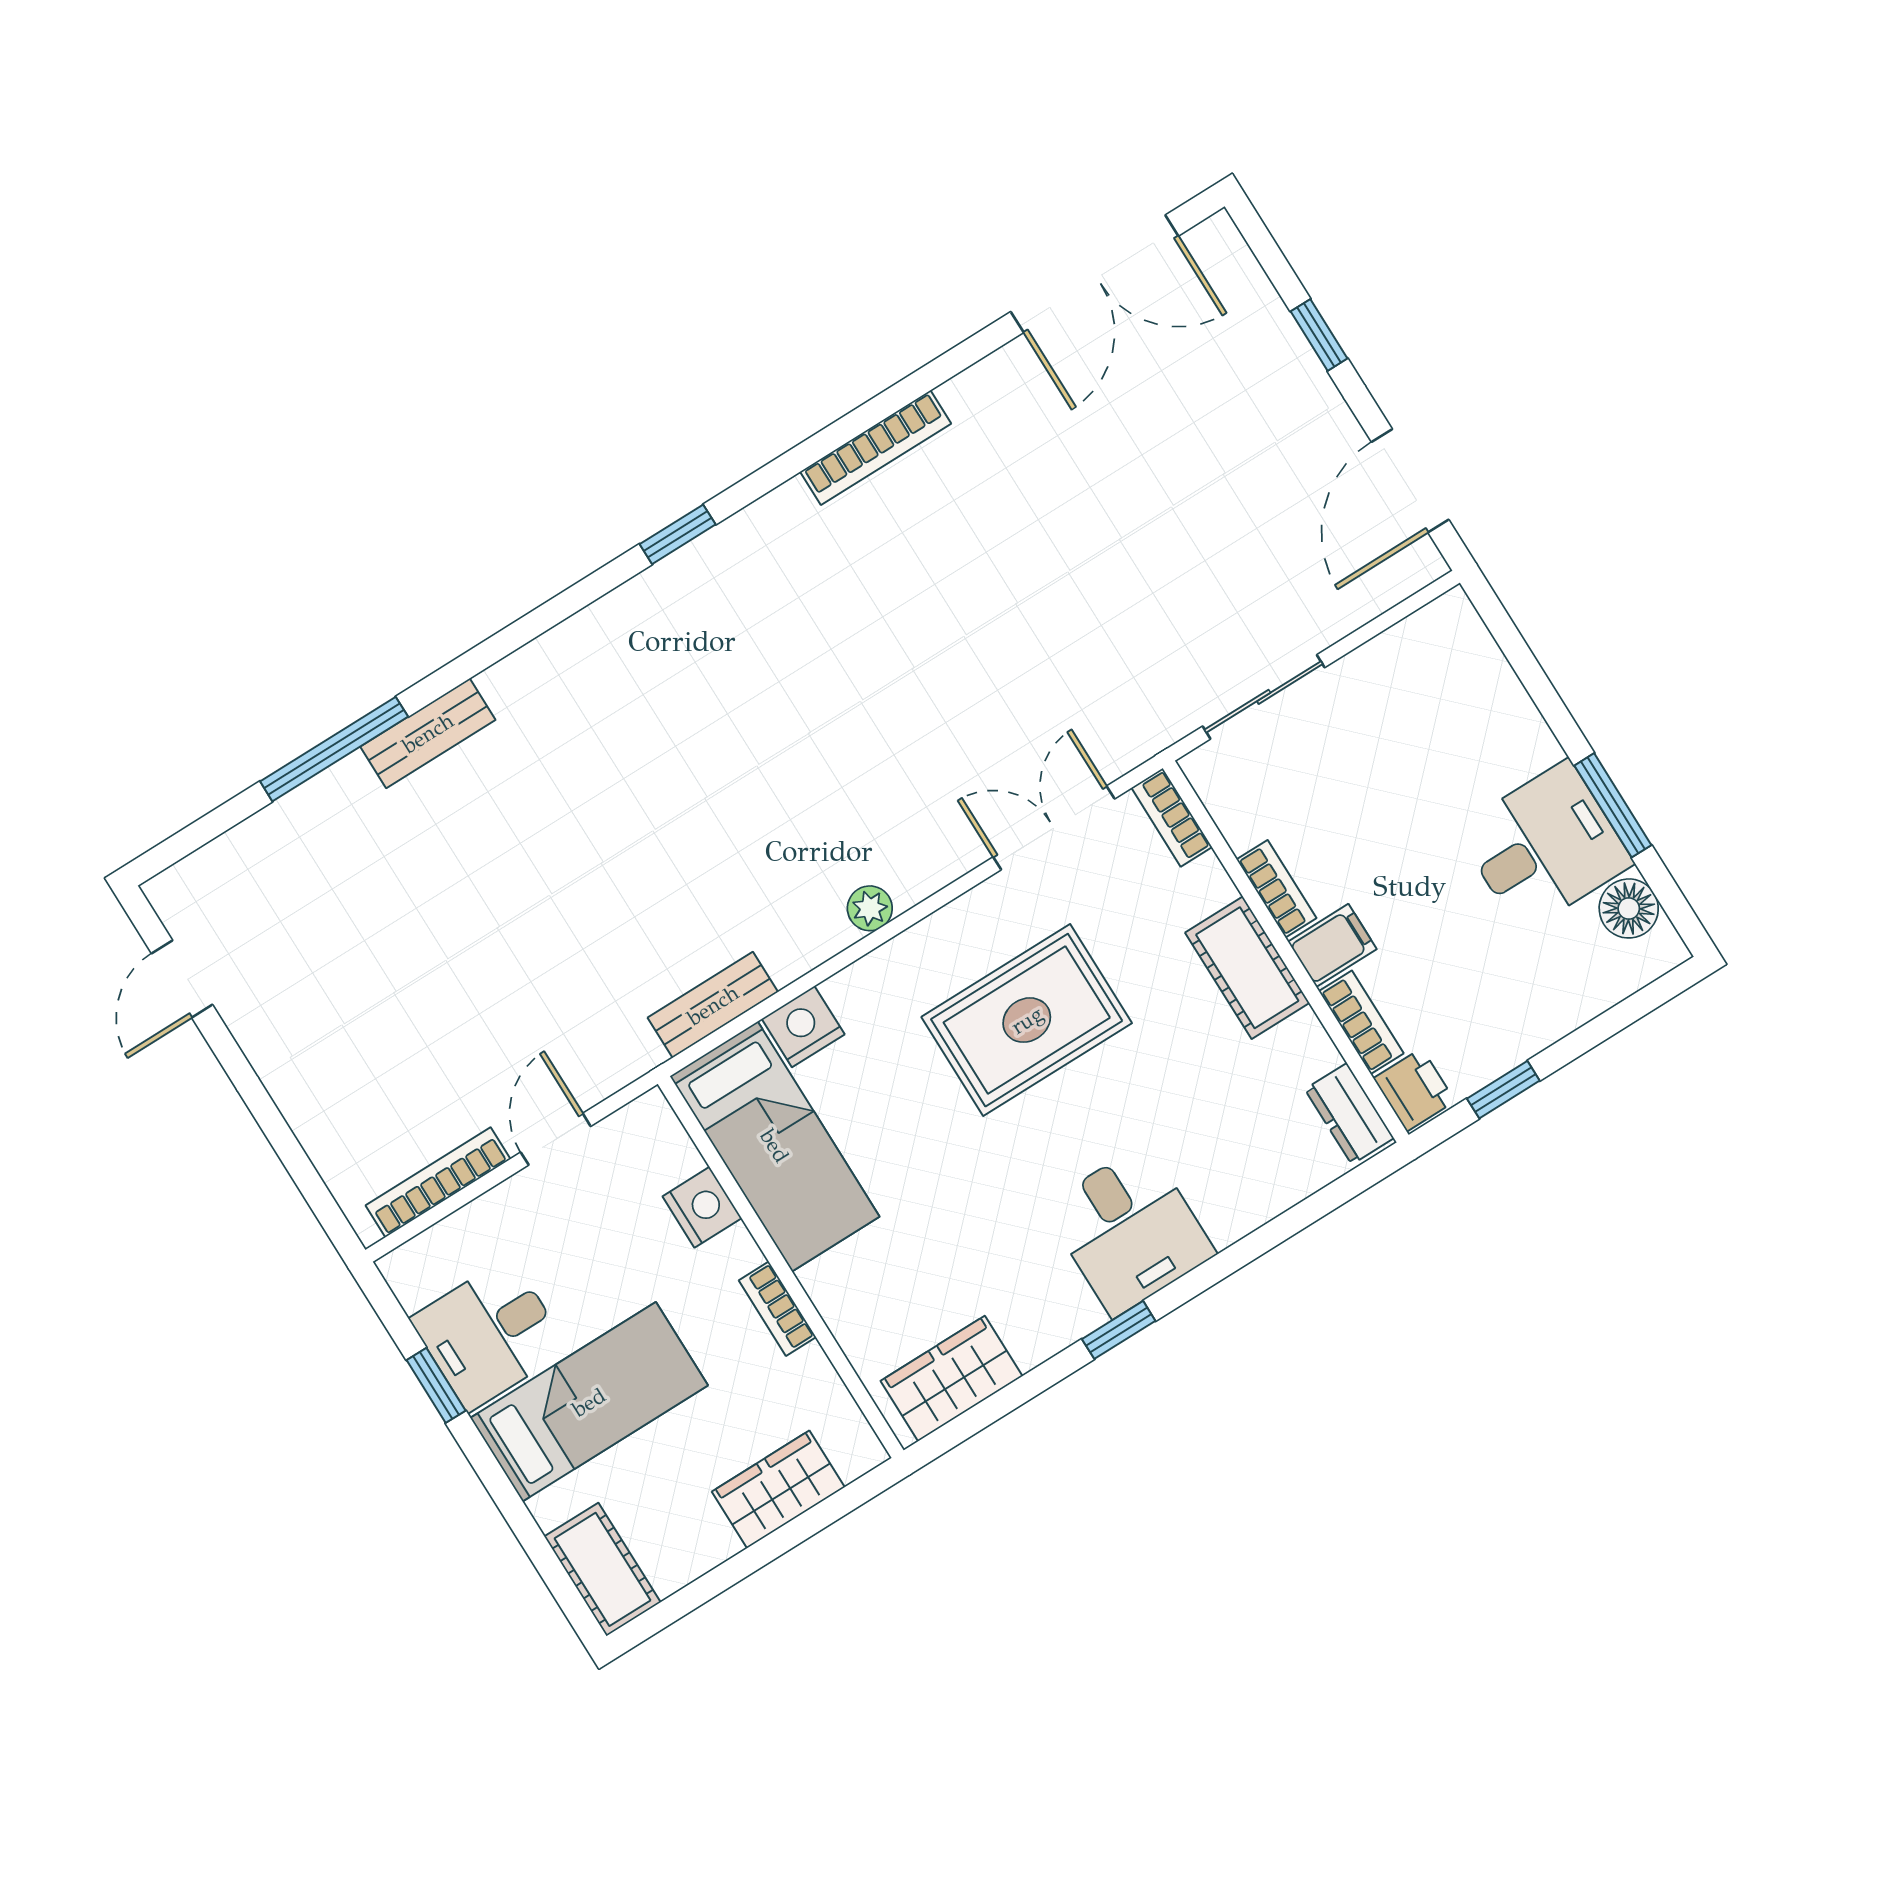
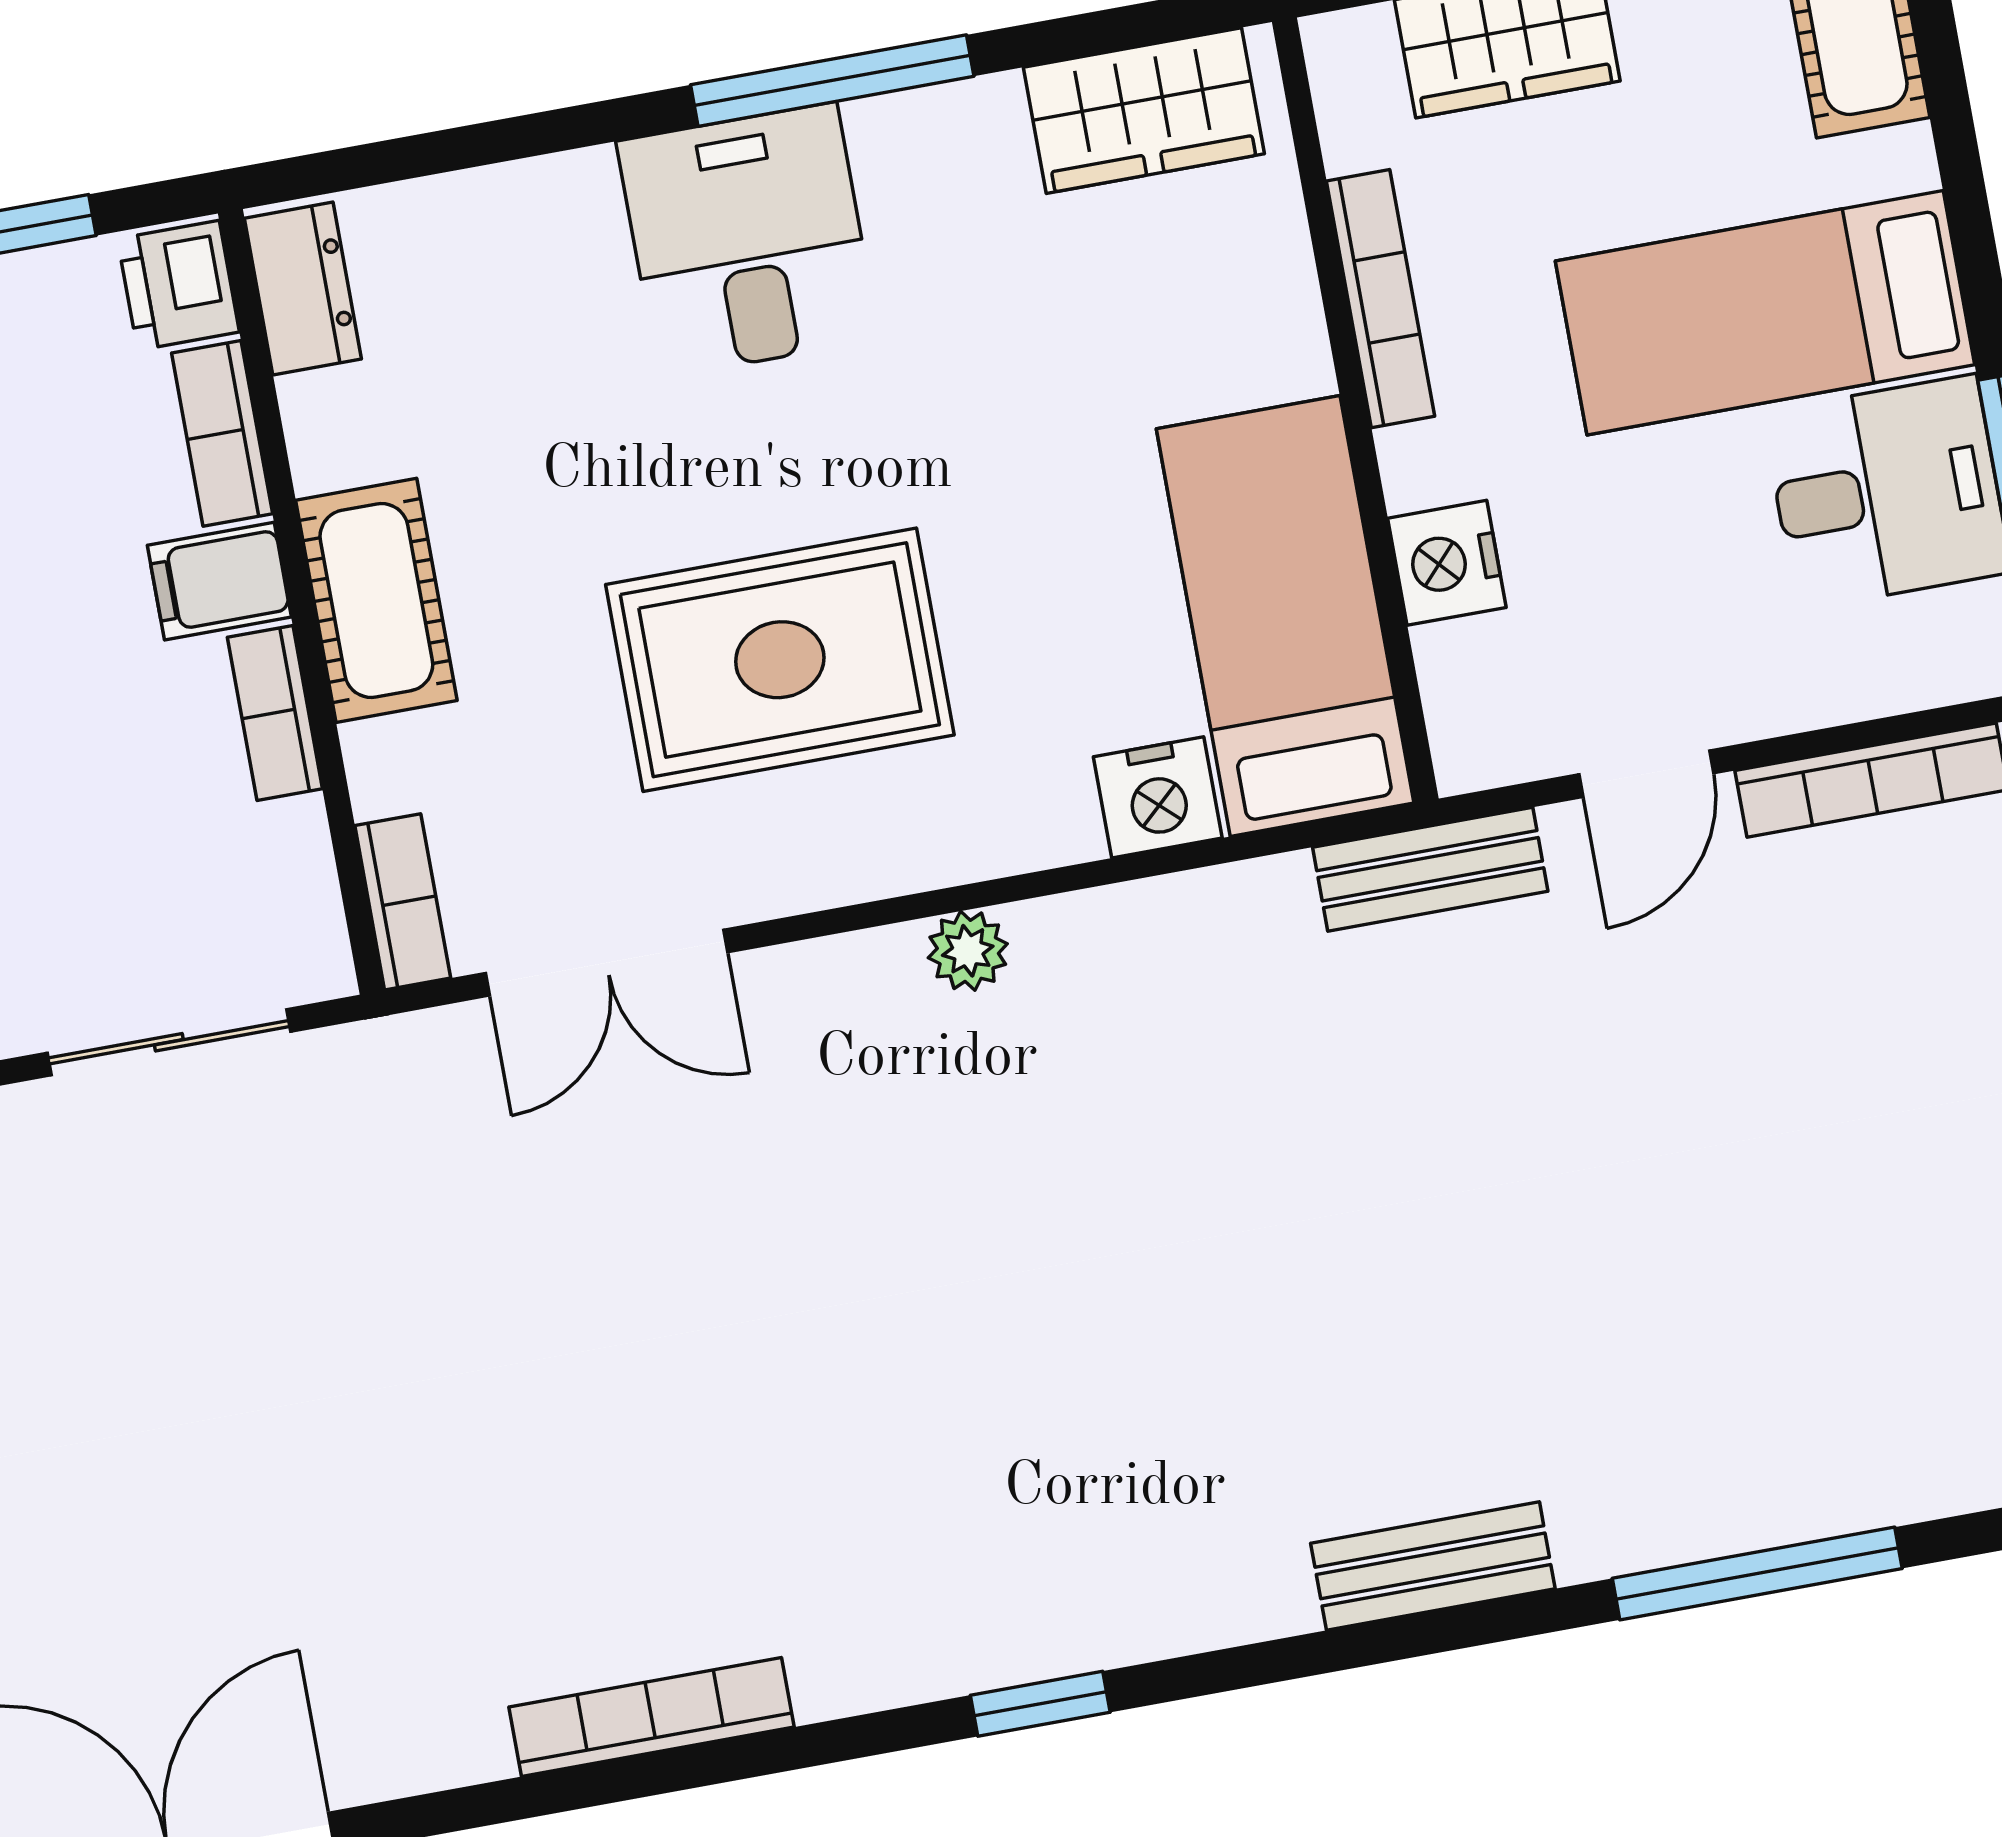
bench: (428, 733) -> (1433, 1566), moved
bench: (713, 1005) -> (1430, 869), moved
bookcase: (777, 1309) -> (1380, 299), width x1.56
window: (1119, 1330) -> (832, 81), width x2.17

